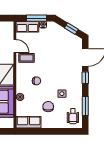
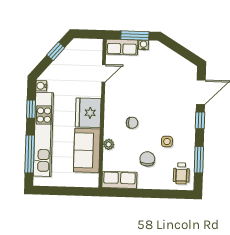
window: (71, 29) -> (183, 52), removed
door: (15, 46) -> (104, 73), hinge flipped
coffee table: (27, 58) -> (119, 90), removed

